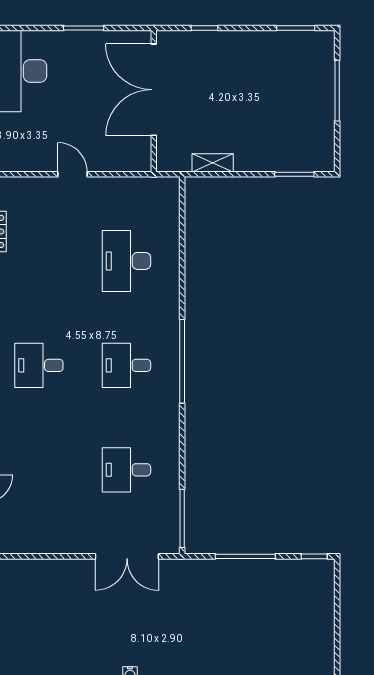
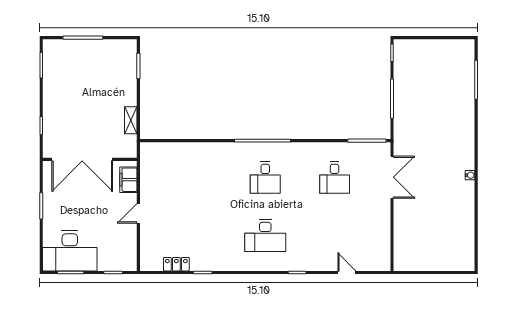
filing cabinet: (123, 159) -> (128, 180), added
desk: (126, 261) -> (196, 177), removed
desk: (39, 365) -> (265, 236), width x1.37

